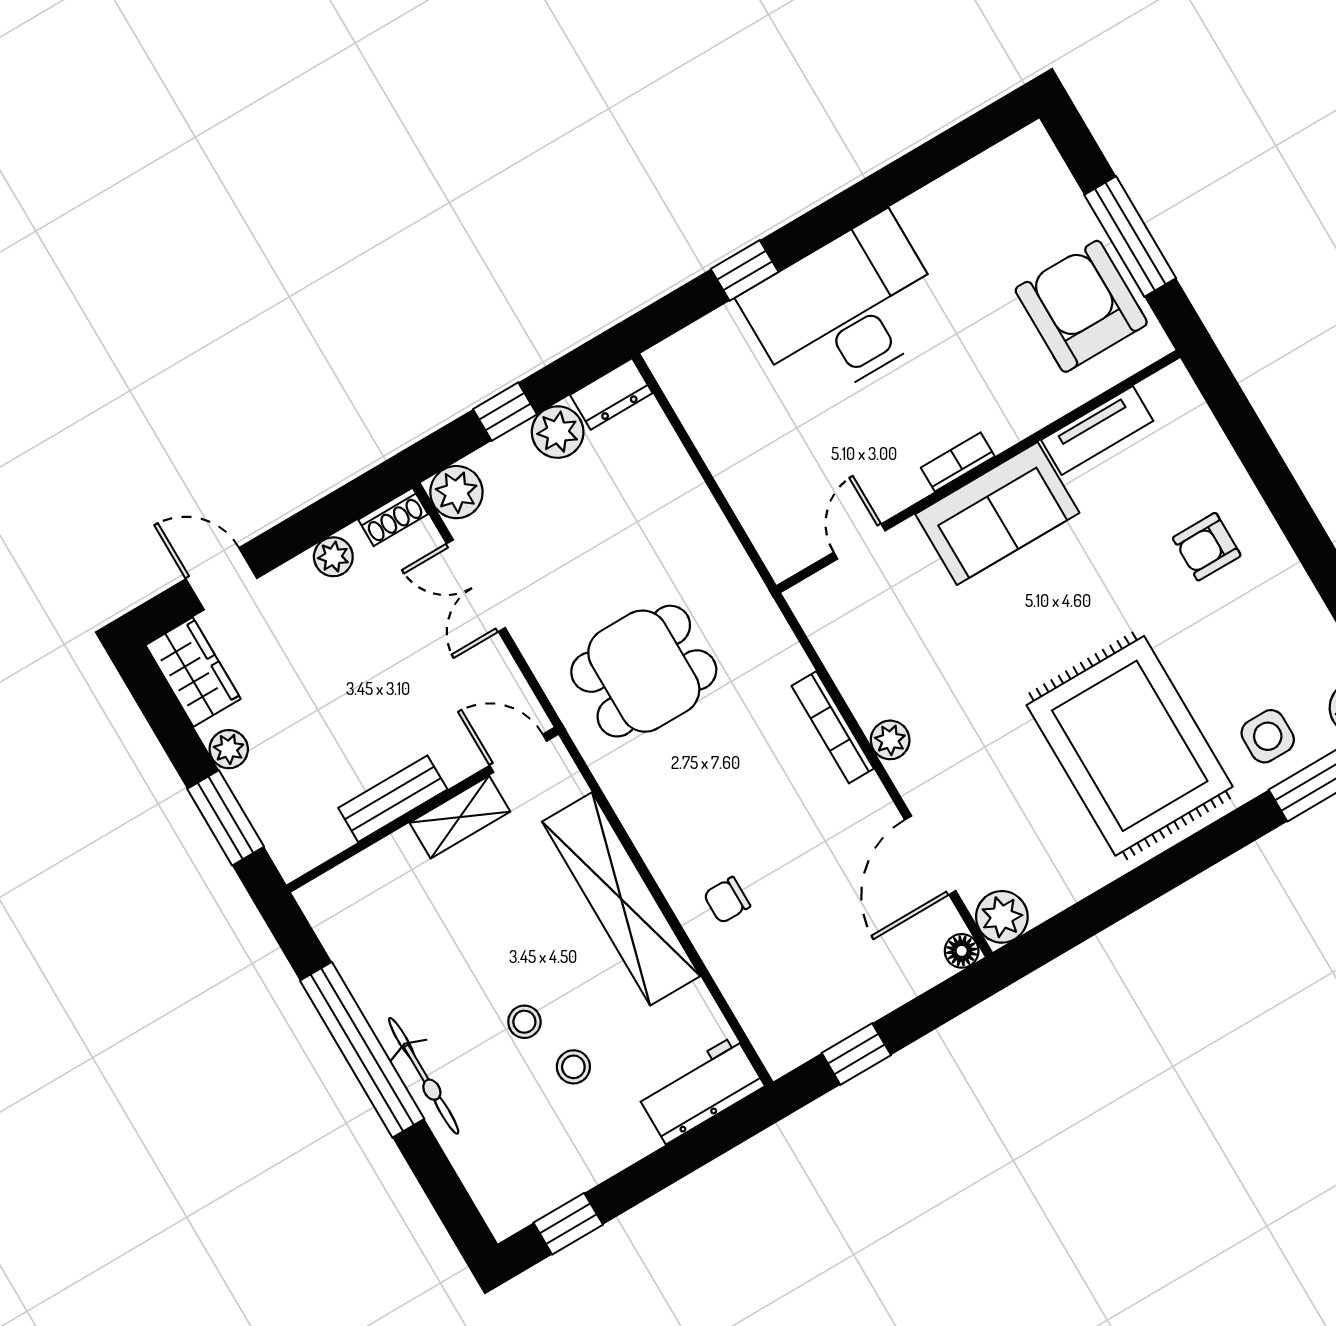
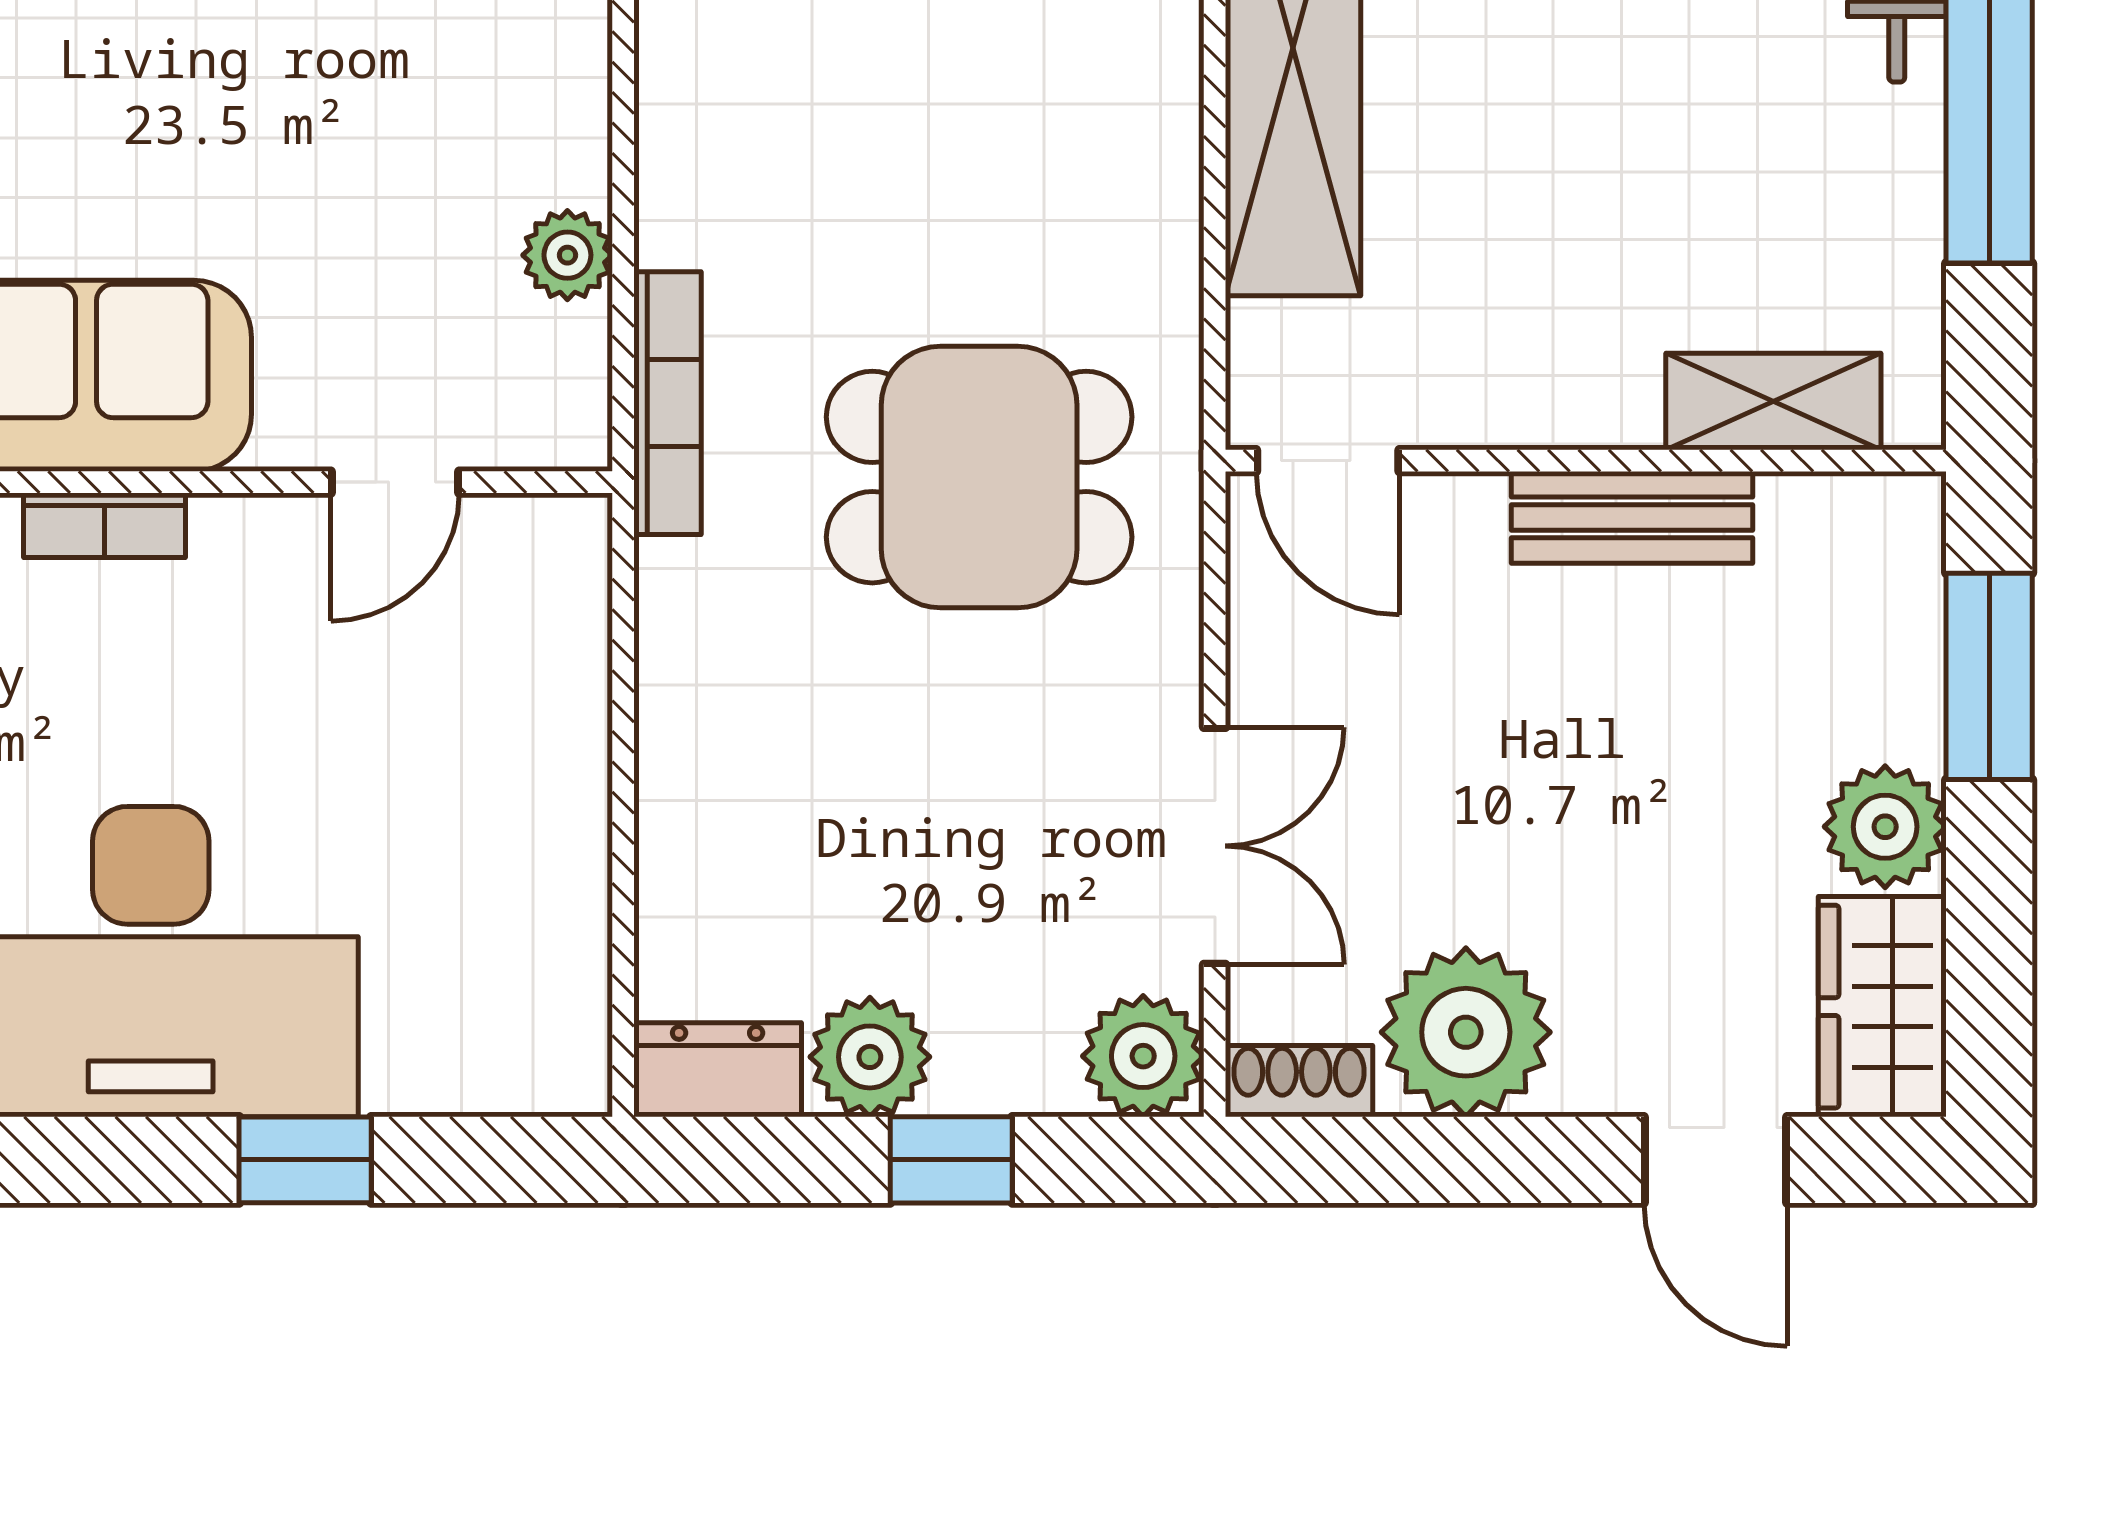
plant: (333, 557) -> (1466, 1032), width x1.88, depth x1.88
bookcase: (833, 727) -> (667, 403), moved
plant: (890, 740) -> (567, 255), moved
plant: (229, 749) -> (1885, 827), width x1.38, depth x1.38
shelving: (460, 817) -> (1773, 402), moved

